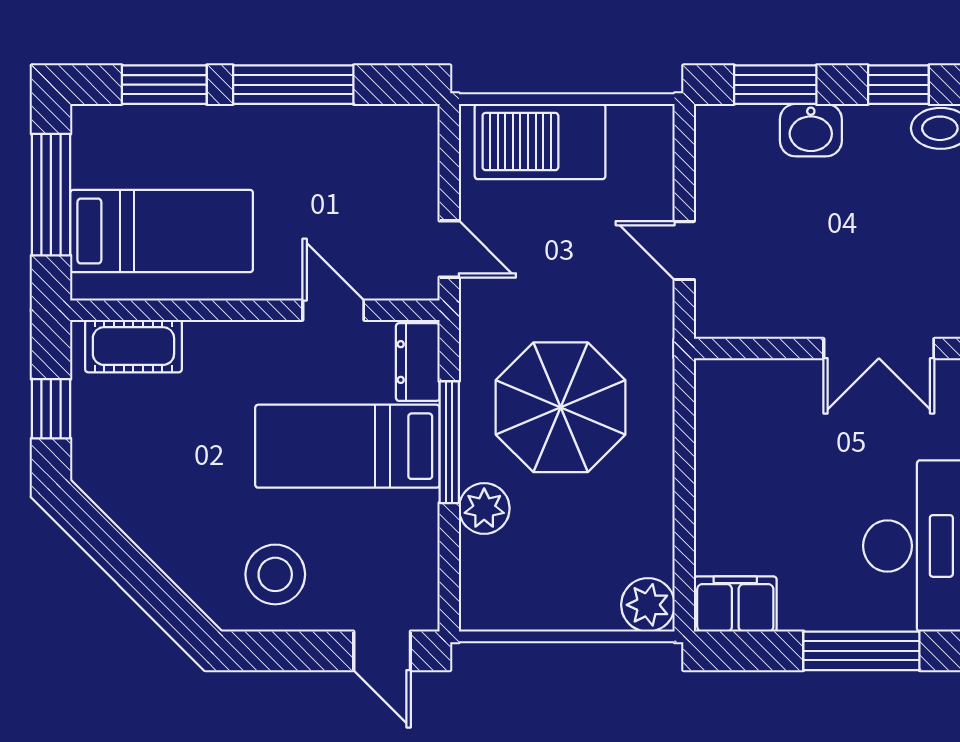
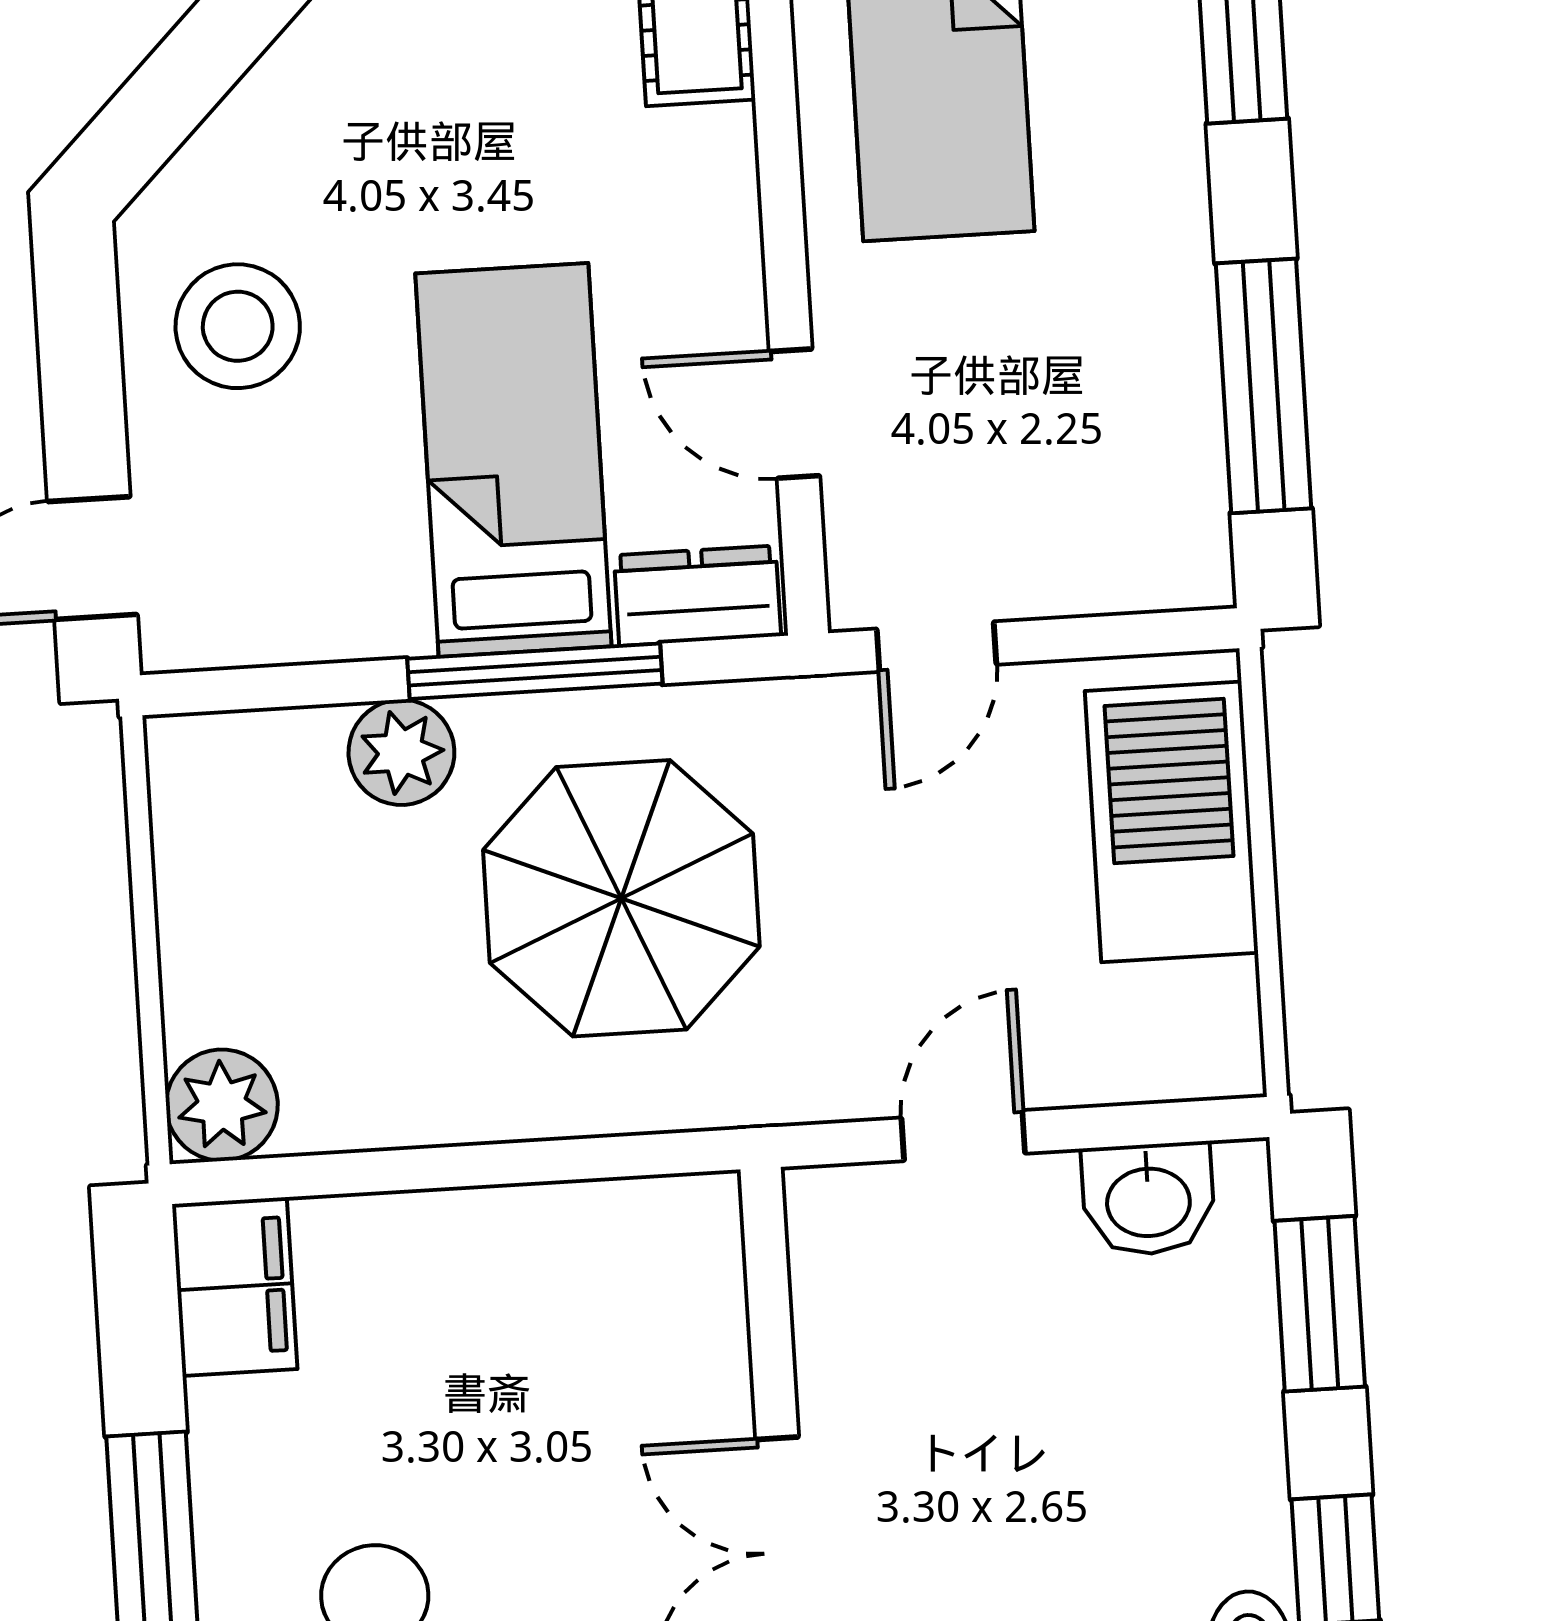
window: (293, 85) -> (1264, 386), moved
washbasin: (811, 130) -> (1148, 1199), moved, turned -90
door: (333, 310) -> (795, 414), swing flipped

